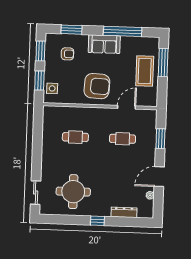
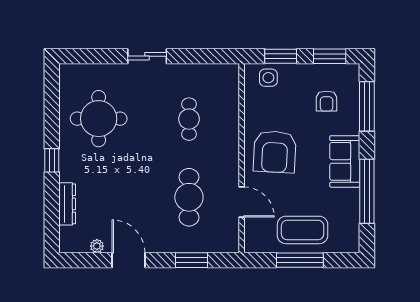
window: (72, 30) -> (367, 106), width x1.44
window: (163, 63) -> (300, 260), moved
cafe table: (123, 139) -> (189, 197), width x1.37, depth x1.35
sliding door: (36, 193) -> (147, 56), moved

